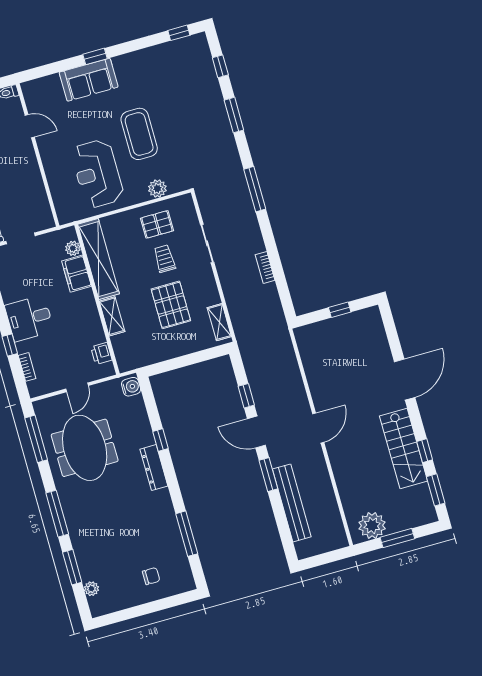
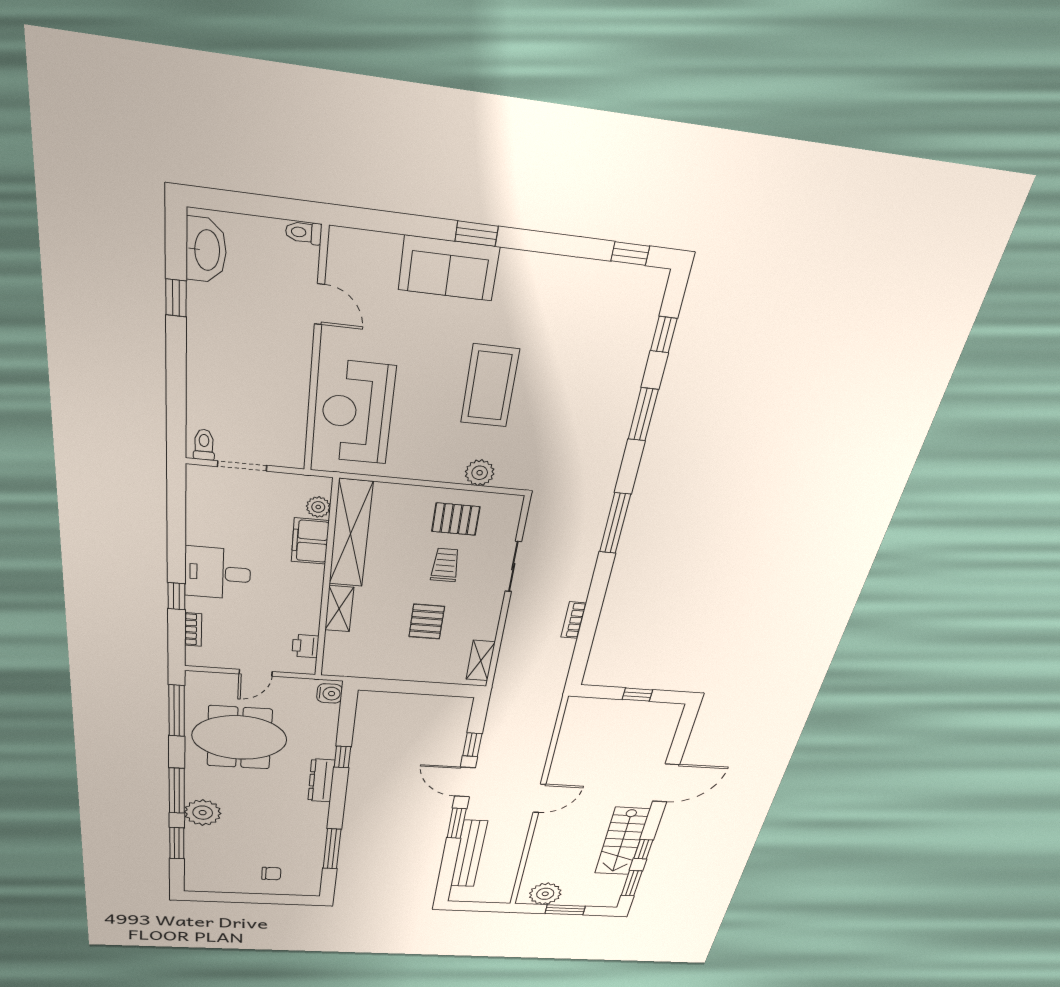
reception desk: (97, 174) -> (357, 412), moved
pallet: (171, 305) -> (427, 622), width x0.67, depth x0.71
meeting table: (85, 448) -> (239, 738), turned 90
plant: (91, 589) -> (203, 813), moved, width x1.88, depth x1.88

